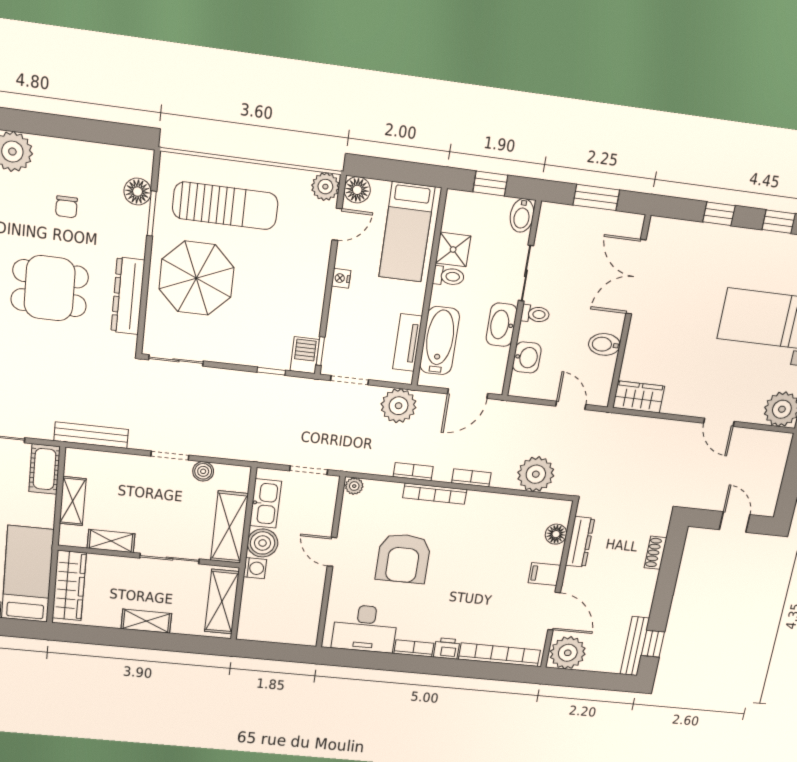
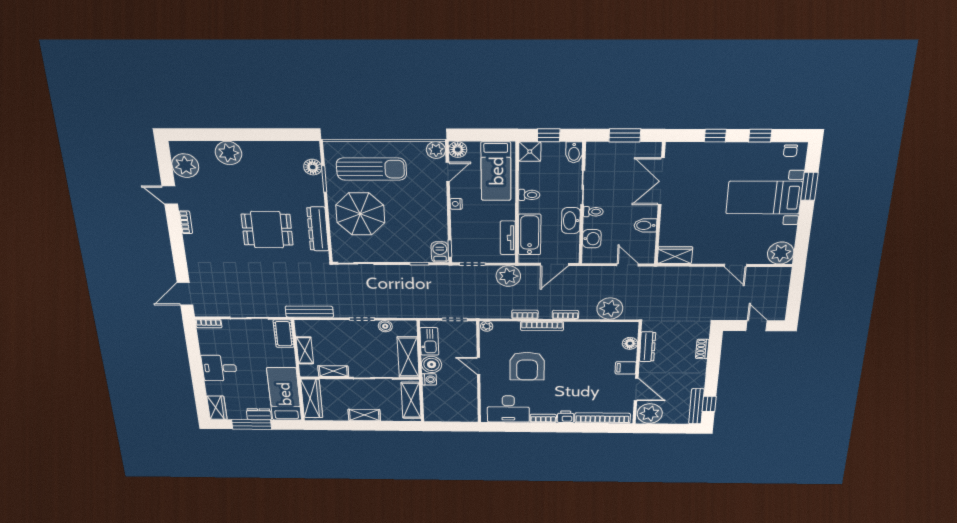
chair: (66, 207) -> (269, 181), removed
shower: (453, 250) -> (530, 152), moved

